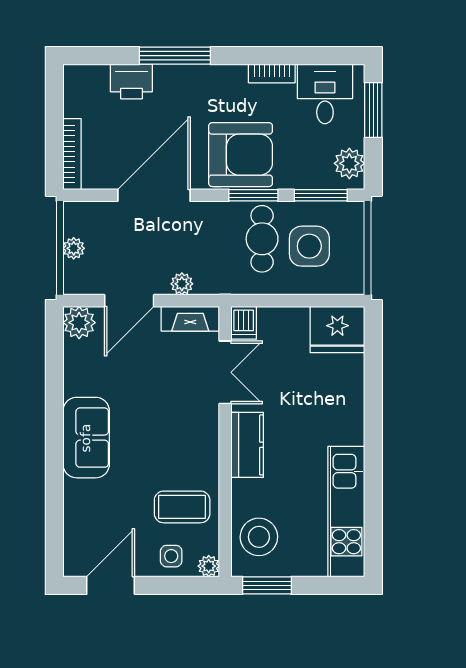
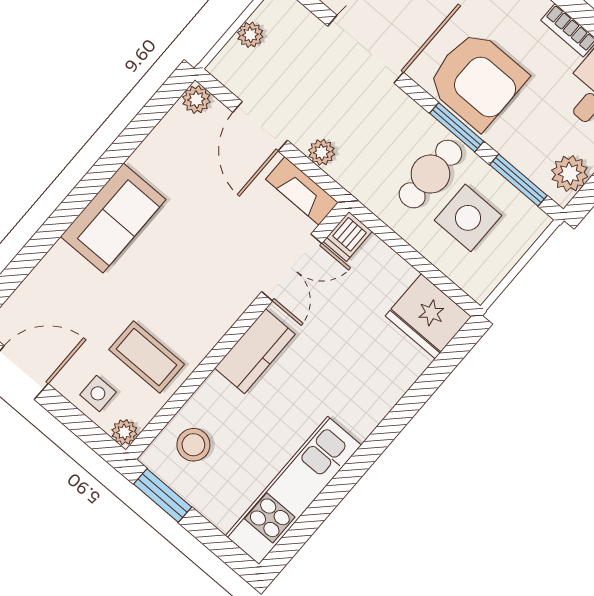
door: (129, 301) -> (260, 126), hinge flipped
plant: (79, 323) -> (196, 99), width x0.73, depth x0.73
stool: (259, 537) -> (193, 445), width x0.73, depth x0.73

